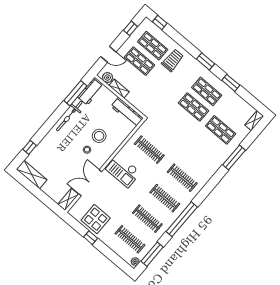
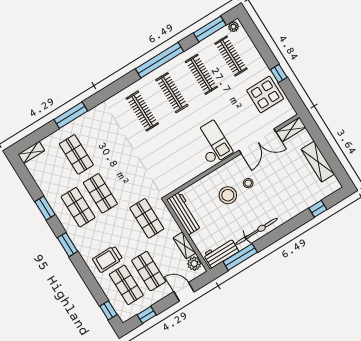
shop shelf: (153, 100) -> (147, 218), added
clothes rail: (149, 150) -> (172, 158), removed
shelving: (32, 174) -> (318, 162), moved

